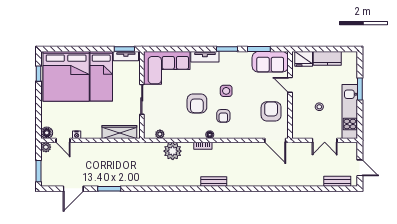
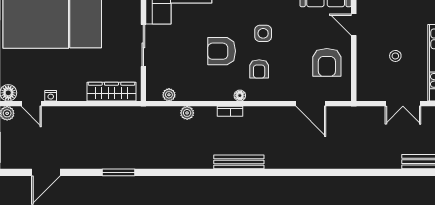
armchair: (197, 103) -> (222, 51), turned 90
armchair: (271, 111) -> (327, 62), turned 180
door: (275, 140) -> (311, 104), moved
plant: (173, 151) -> (187, 113), width x0.53, depth x0.53
bench: (214, 181) -> (239, 162), width x1.36
window: (109, 189) -> (119, 172), moved

